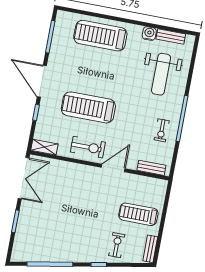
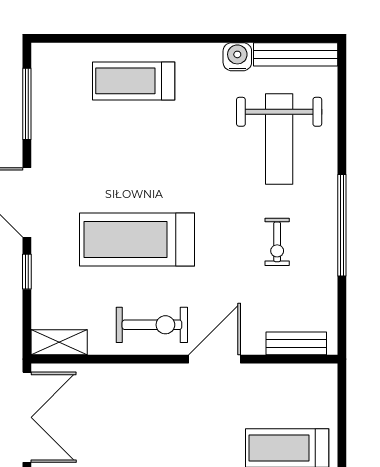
treadmill: (100, 36) -> (134, 81), width x0.73, depth x0.73
bench: (171, 36) -> (296, 54), width x1.36
exercise bike: (162, 130) -> (277, 242), moved

